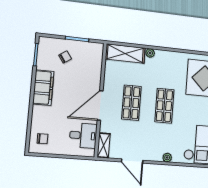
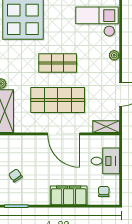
filing cabinet: (43, 88) -> (69, 195), moved
shop shelf: (131, 103) -> (58, 100), width x1.43, depth x1.36
desk: (83, 136) -> (105, 161), moved, turned 90

